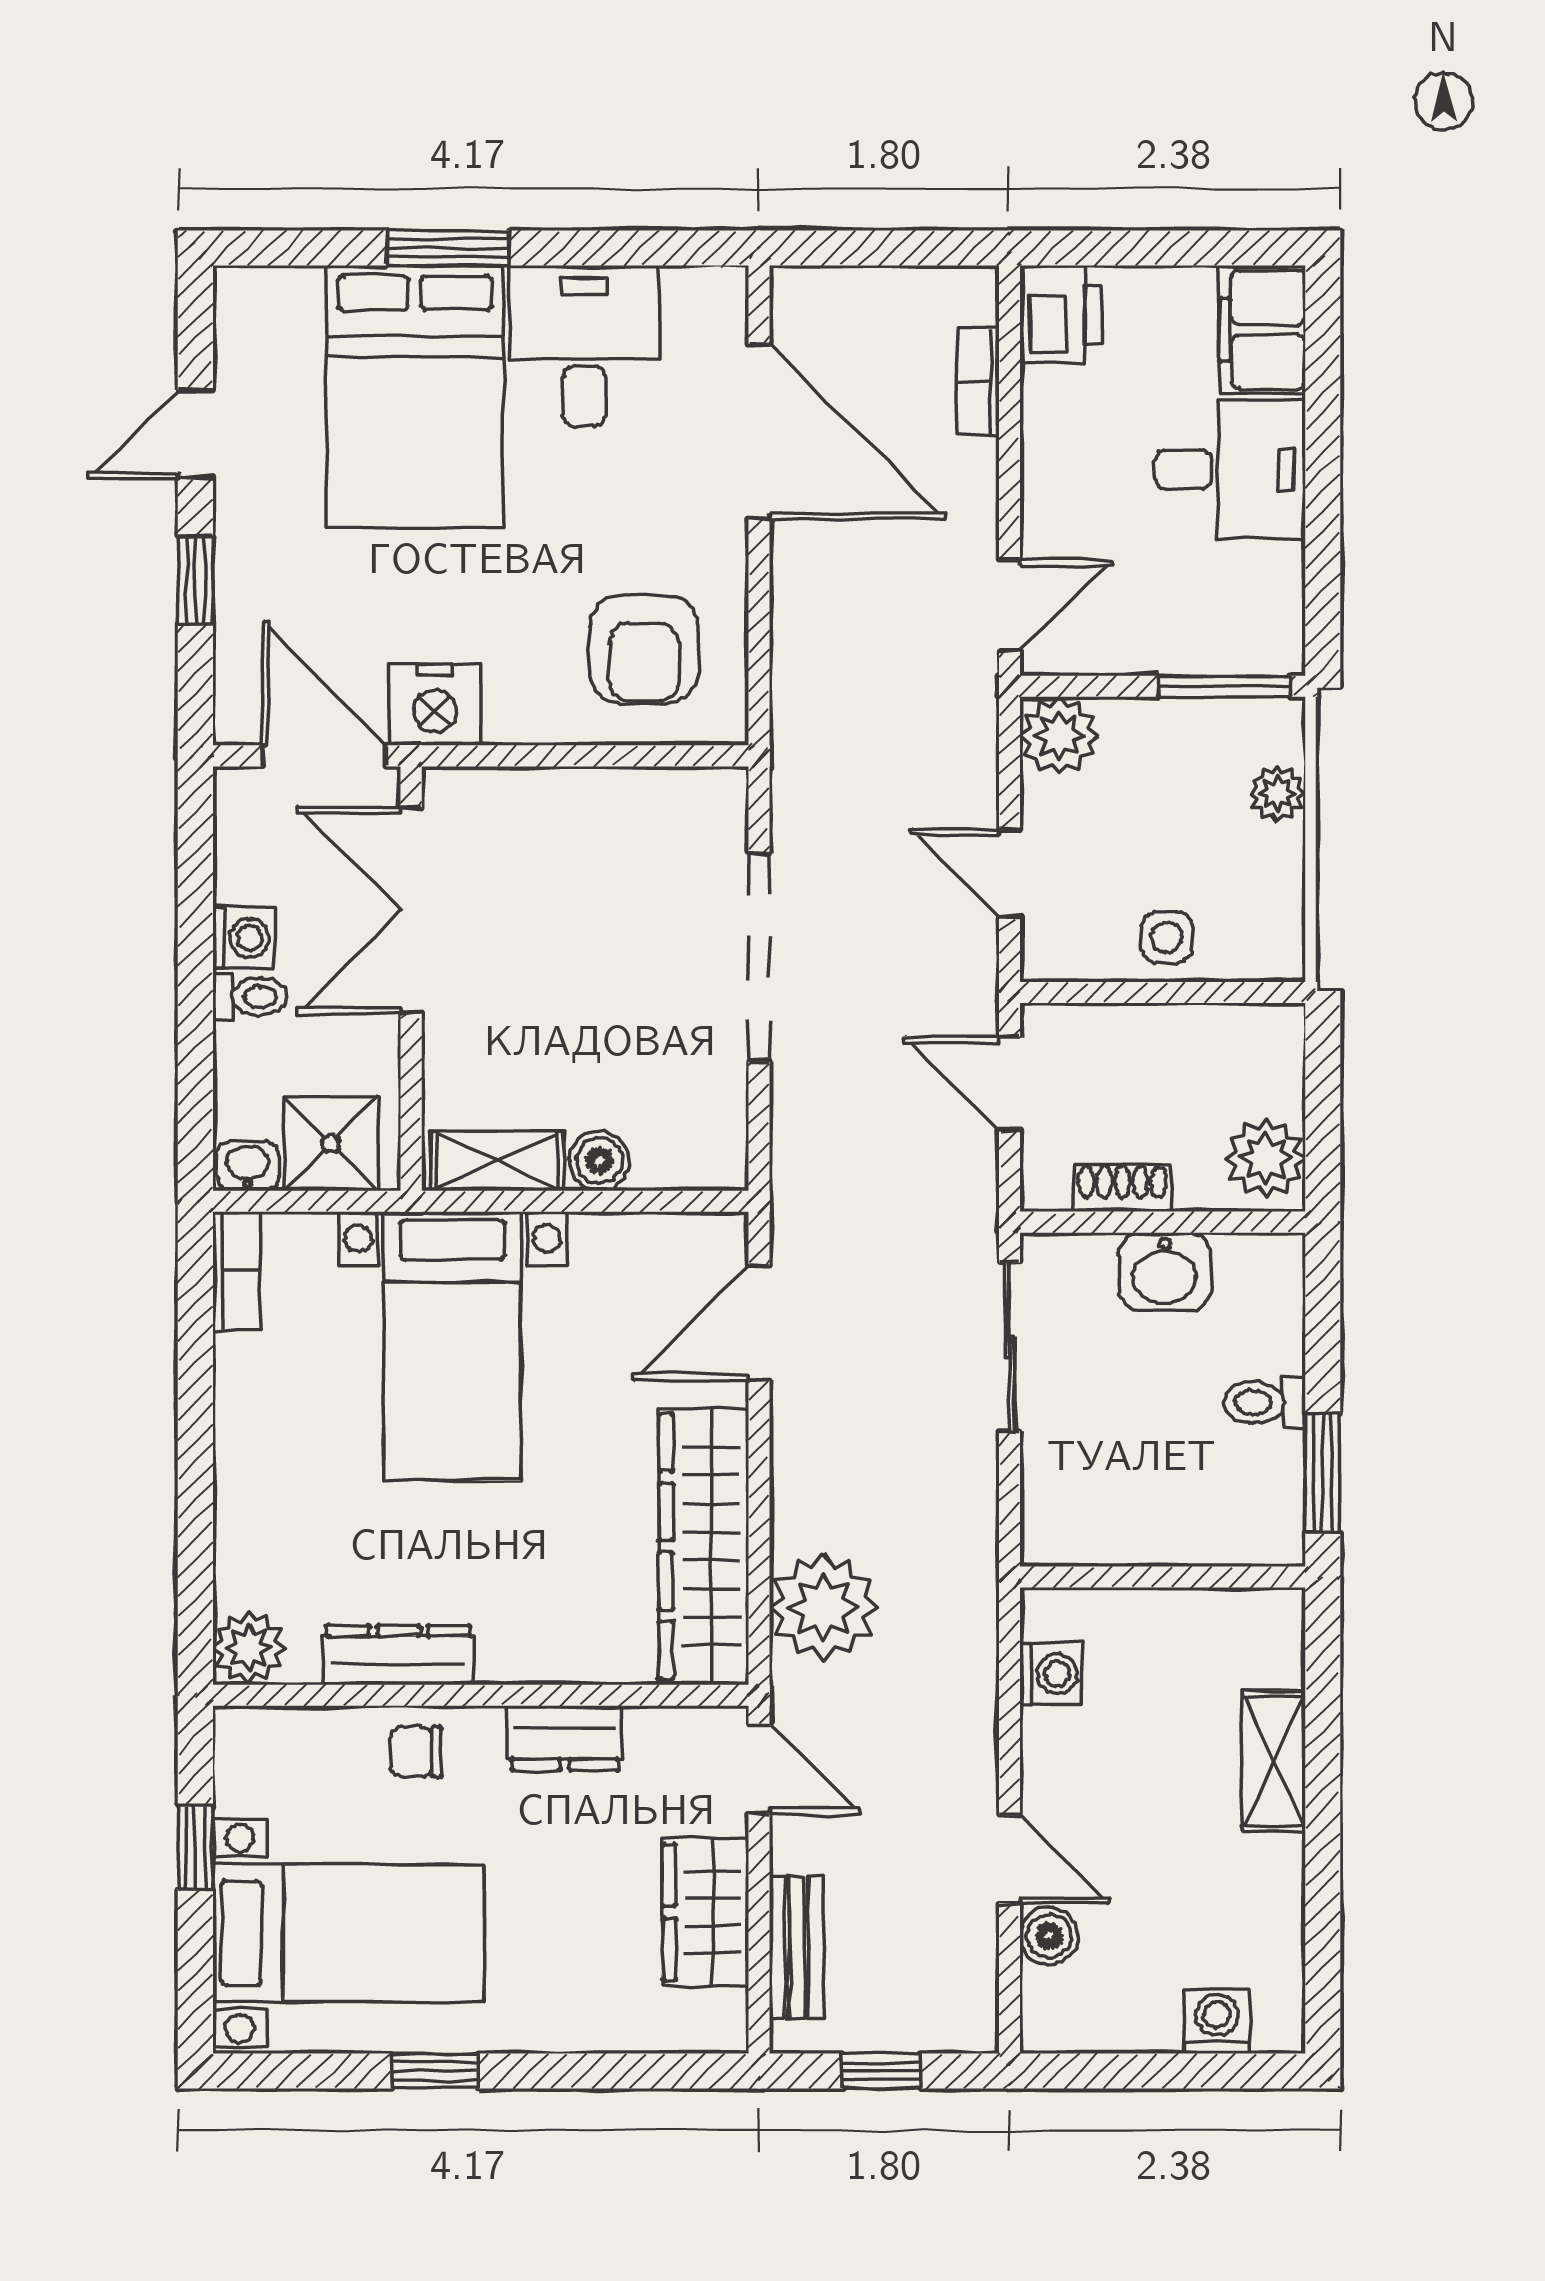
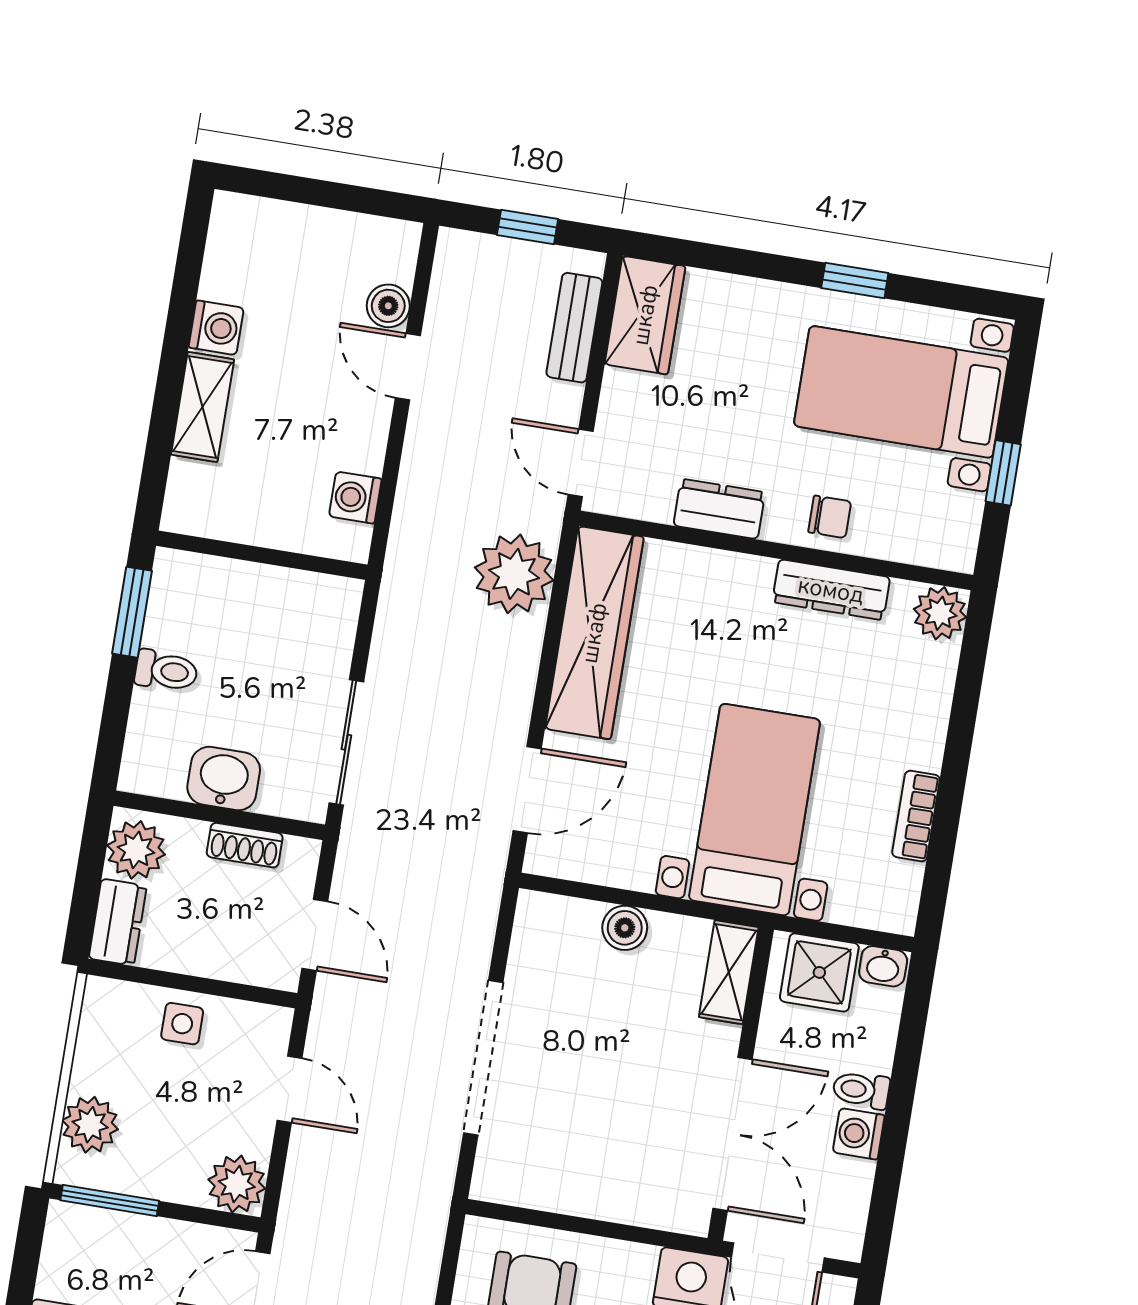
plant: (1277, 793) -> (90, 1125), width x1.38, depth x1.38
dresser: (1274, 1058) -> (118, 922), added
shelving: (497, 1161) -> (729, 972), moved, turned 90
bookcase: (236, 1271) -> (916, 816), moved
wardrobe: (705, 1912) -> (645, 315), moved
washing machine: (1217, 2021) -> (216, 328), moved, turned -90

